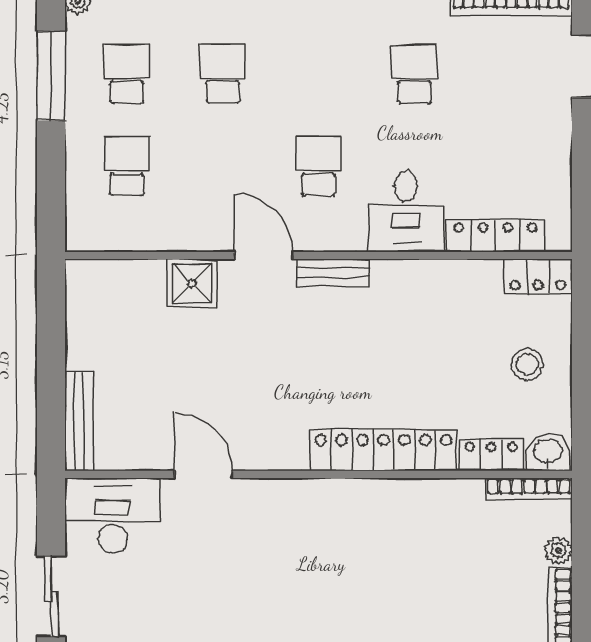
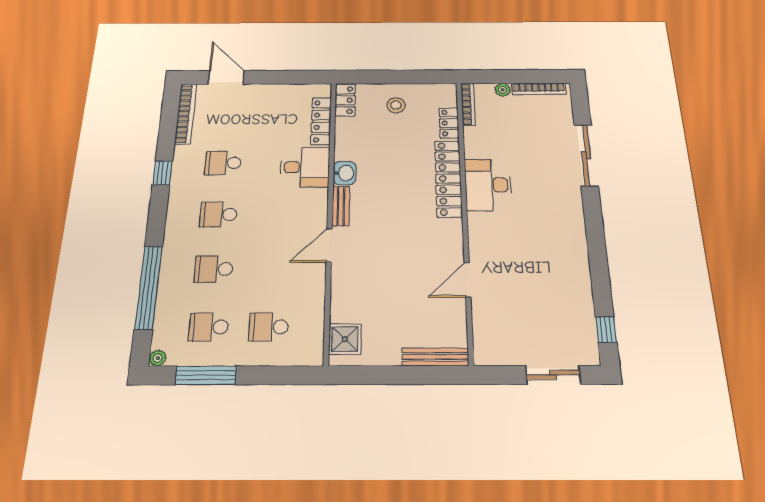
school desk: (319, 166) -> (219, 214), moved
shower: (192, 283) -> (345, 339), moved
washbasin: (548, 452) -> (345, 173), moved, turned 180
desk: (113, 515) -> (488, 185), moved

